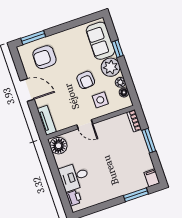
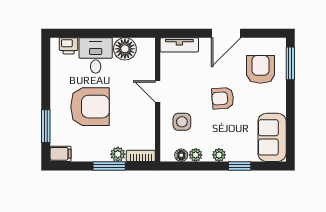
sofa: (100, 41) -> (272, 137), moved, turned -90
plant: (111, 67) -> (219, 155), width x0.53, depth x0.53
armchair: (86, 80) -> (223, 98), moved
door: (85, 124) -> (158, 91), hinge flipped
plant: (138, 137) -> (118, 154), added
floor lamp: (58, 146) -> (125, 49), moved
armchair: (112, 168) -> (90, 107), added

